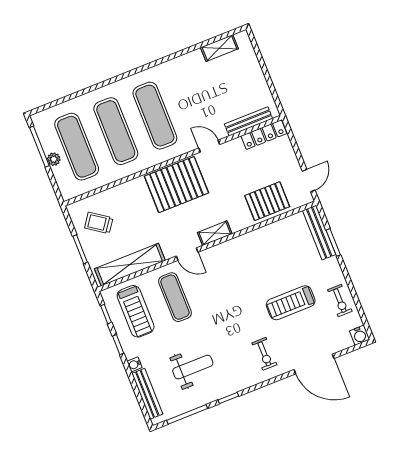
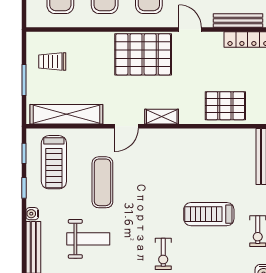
trolley: (99, 223) -> (52, 62), turned -35
door: (187, 254) -> (127, 126), hinge flipped
exercise mat: (175, 297) -> (102, 182), moved

